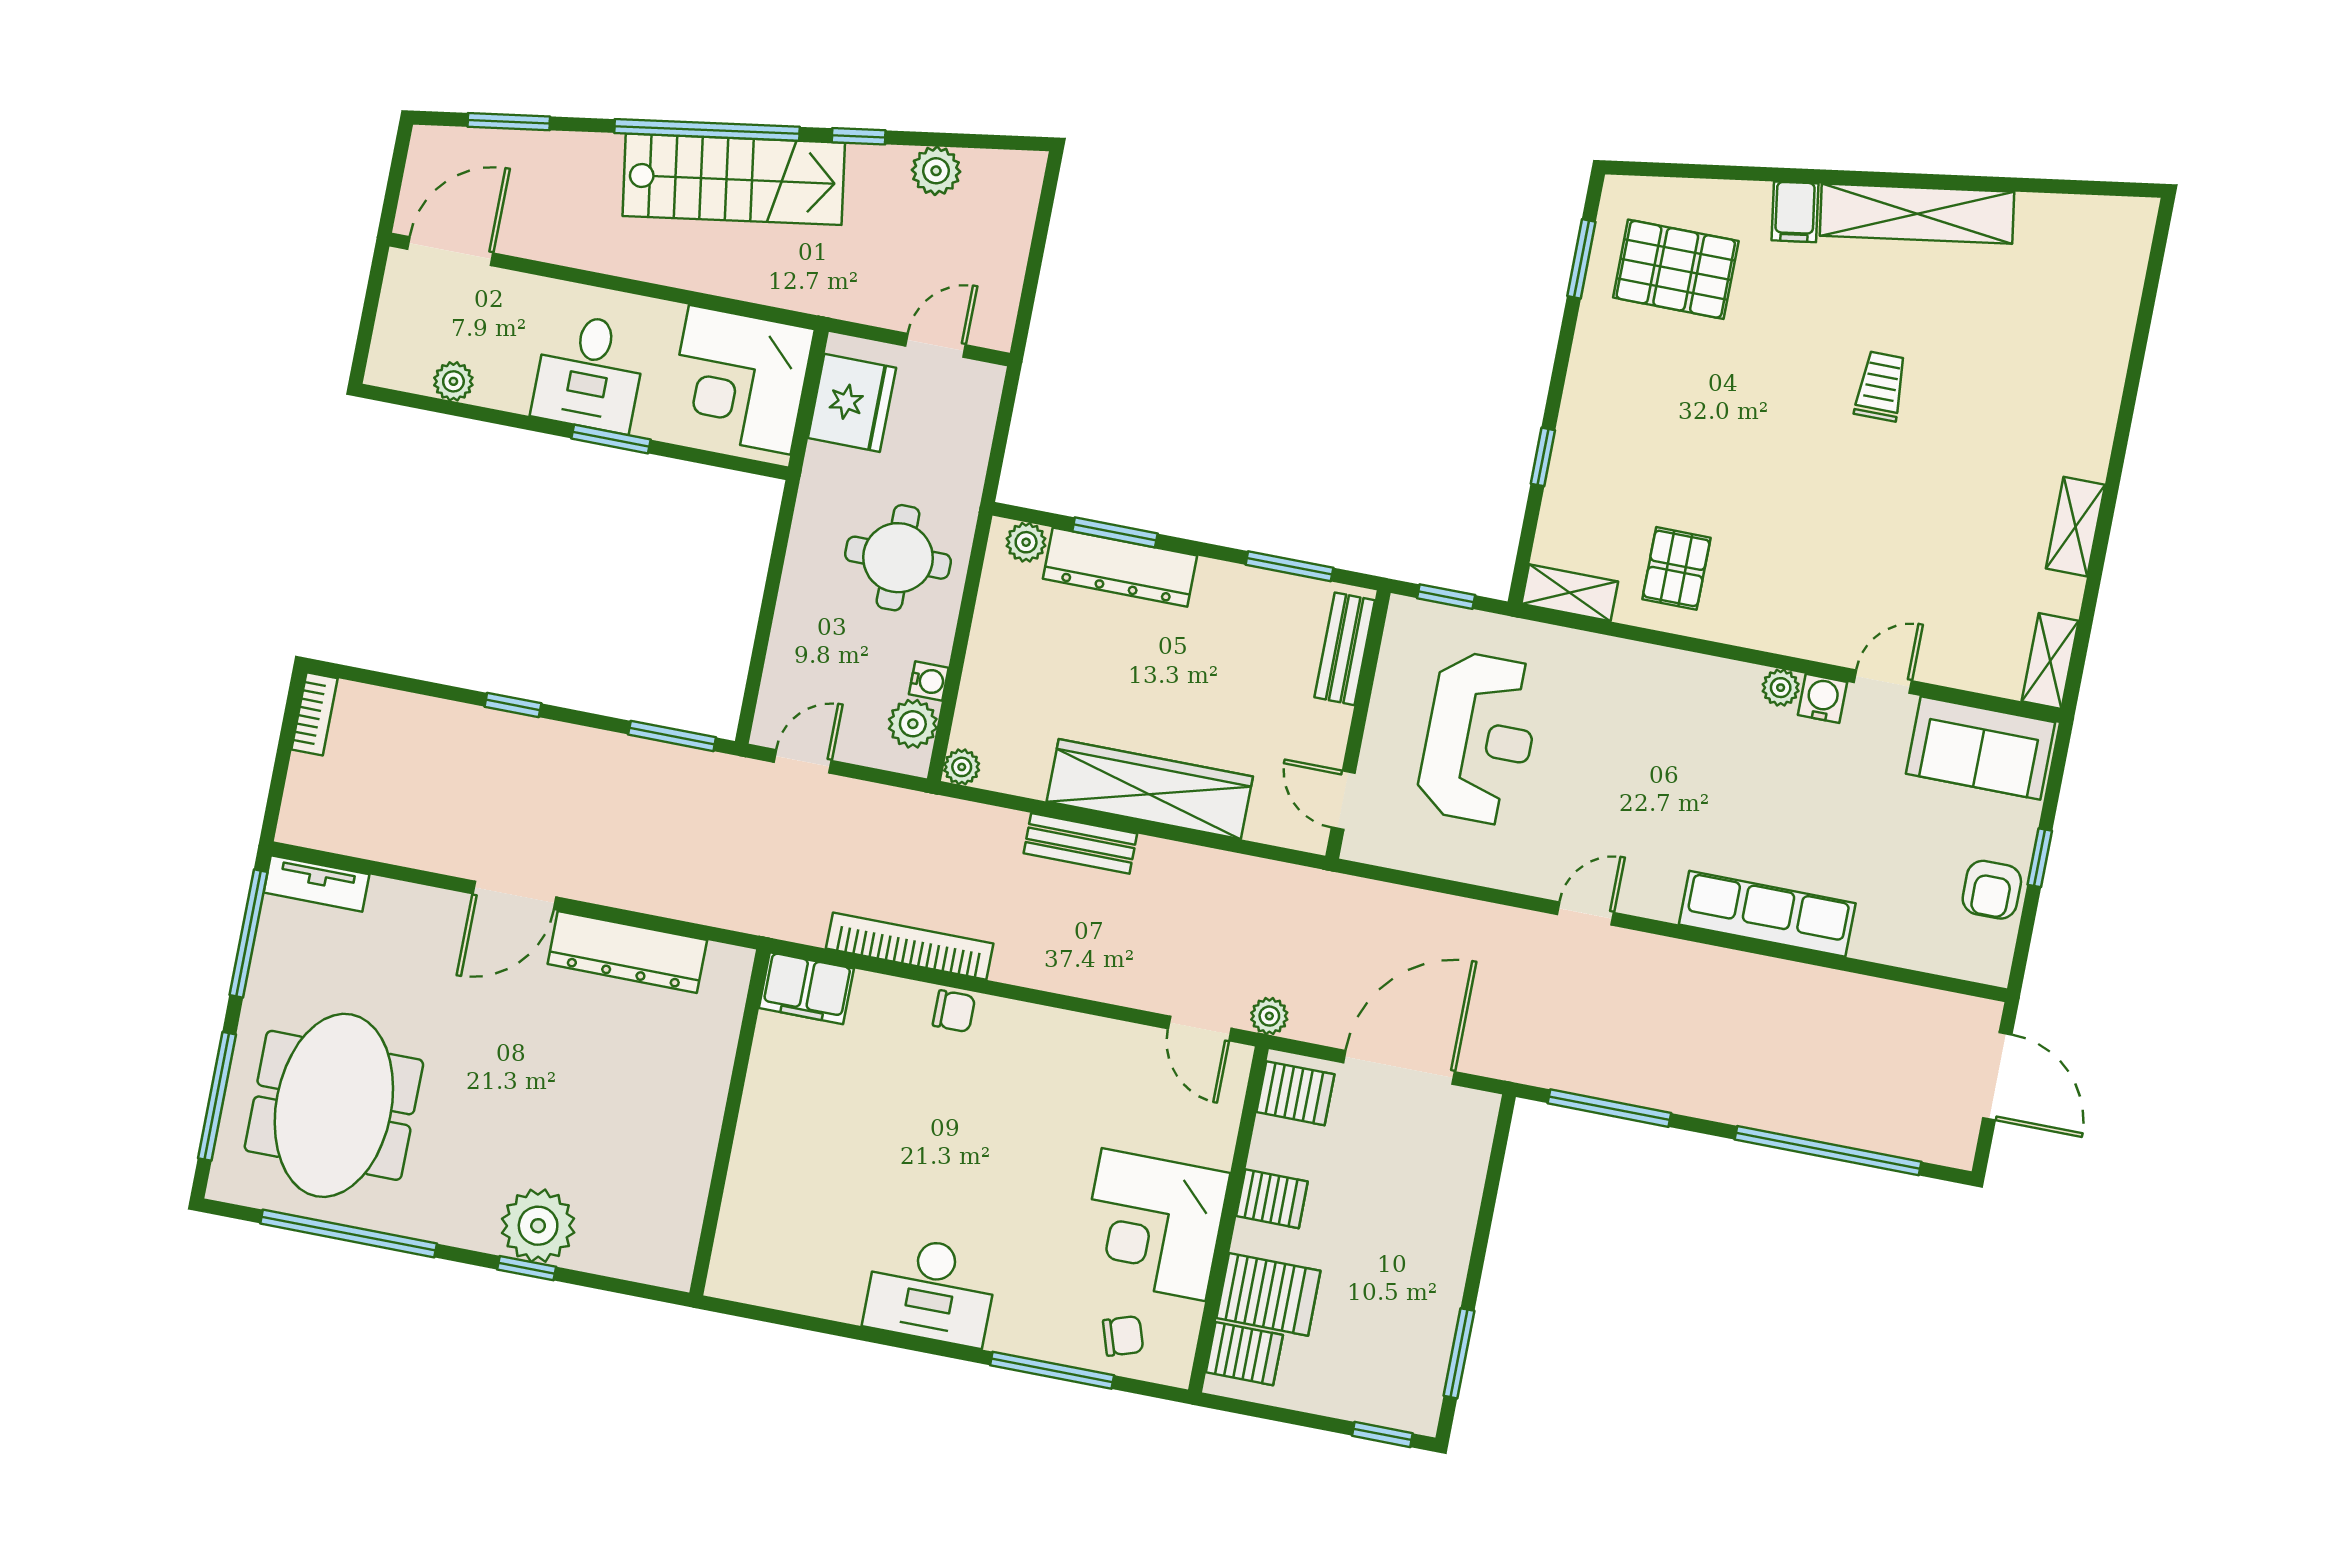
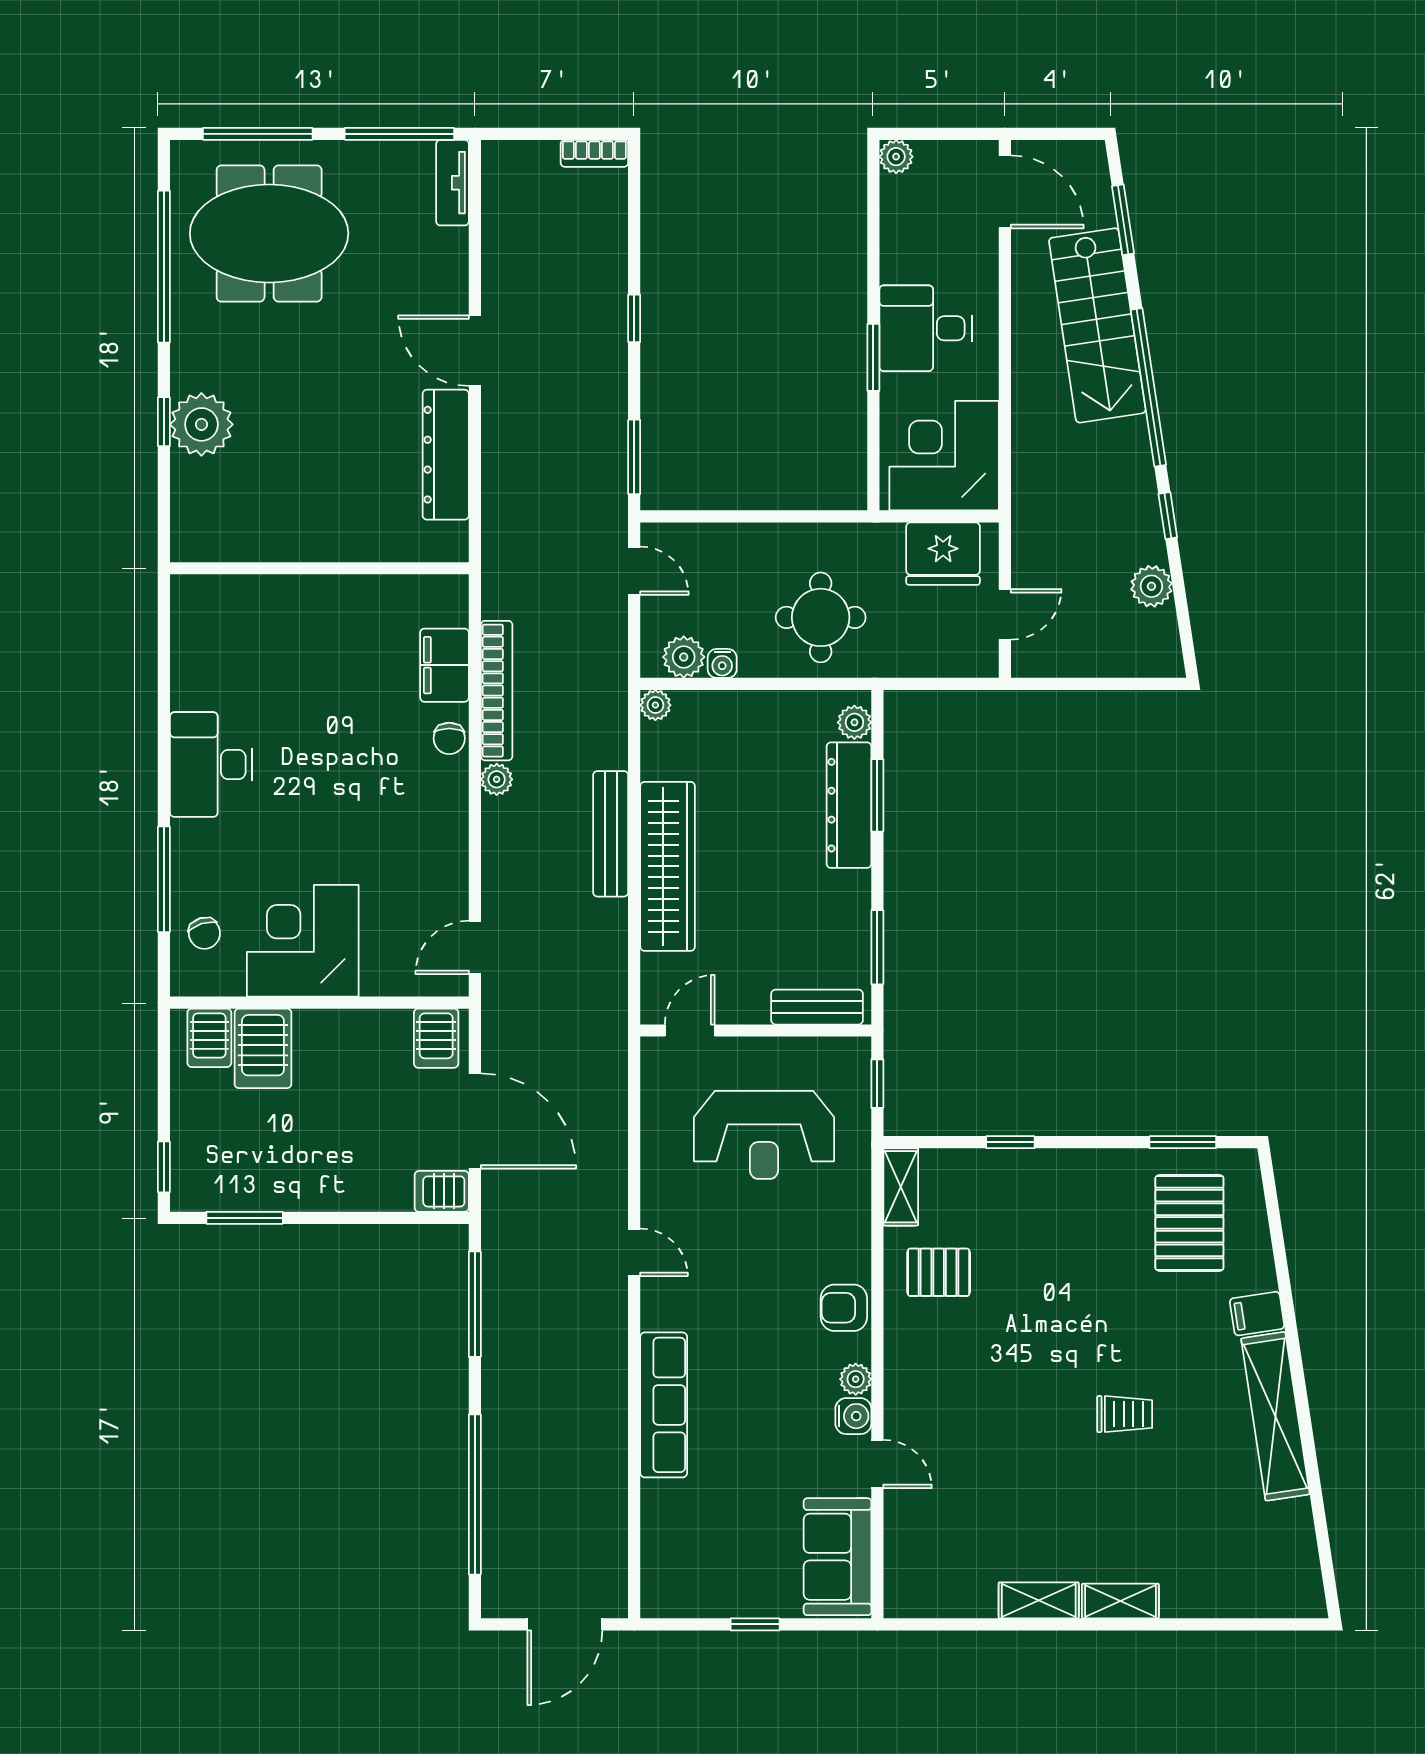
stairs: (734, 179) -> (1097, 325), moved
door: (936, 345) -> (1005, 614), hinge flipped
plant: (453, 381) -> (896, 157), moved
shelving: (2050, 661) -> (1120, 1601), moved
bench: (1080, 843) -> (611, 834), width x1.36
armchair: (1992, 890) -> (844, 1308), moved
filing cabinet: (806, 988) -> (444, 665), moved
plant: (1269, 1016) -> (497, 779), moved
server rack: (1272, 1199) -> (442, 1191), moved, turned 90

